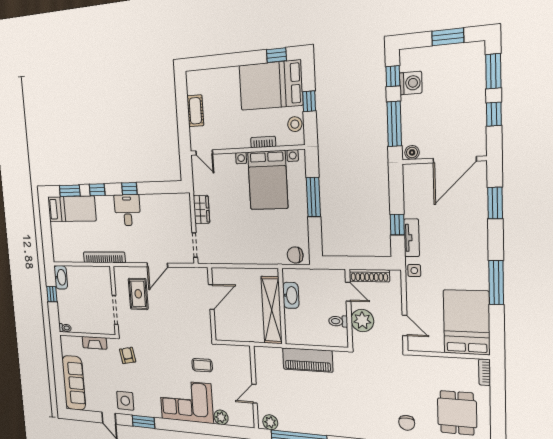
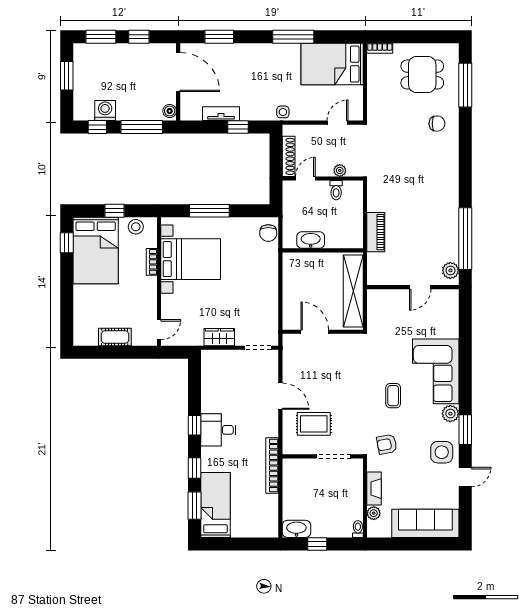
tv unit: (412, 238) -> (221, 114), moved
shelving: (272, 310) -> (353, 291), moved, turned 90
plant: (362, 320) -> (340, 170), width x0.53, depth x0.53
plant: (77, 341) -> (374, 513), added
piano: (308, 360) -> (376, 232), width x0.73, depth x0.75
coffee table: (202, 365) -> (393, 396), moved
door: (254, 394) -> (420, 287), hinge flipped
plant: (221, 417) -> (450, 414), moved

